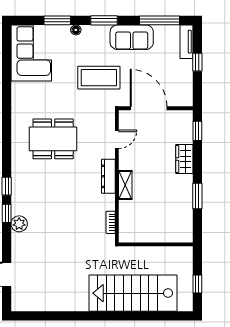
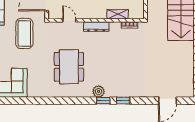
shelving: (125, 185) -> (118, 14), moved
plant: (19, 224) -> (99, 91), moved

